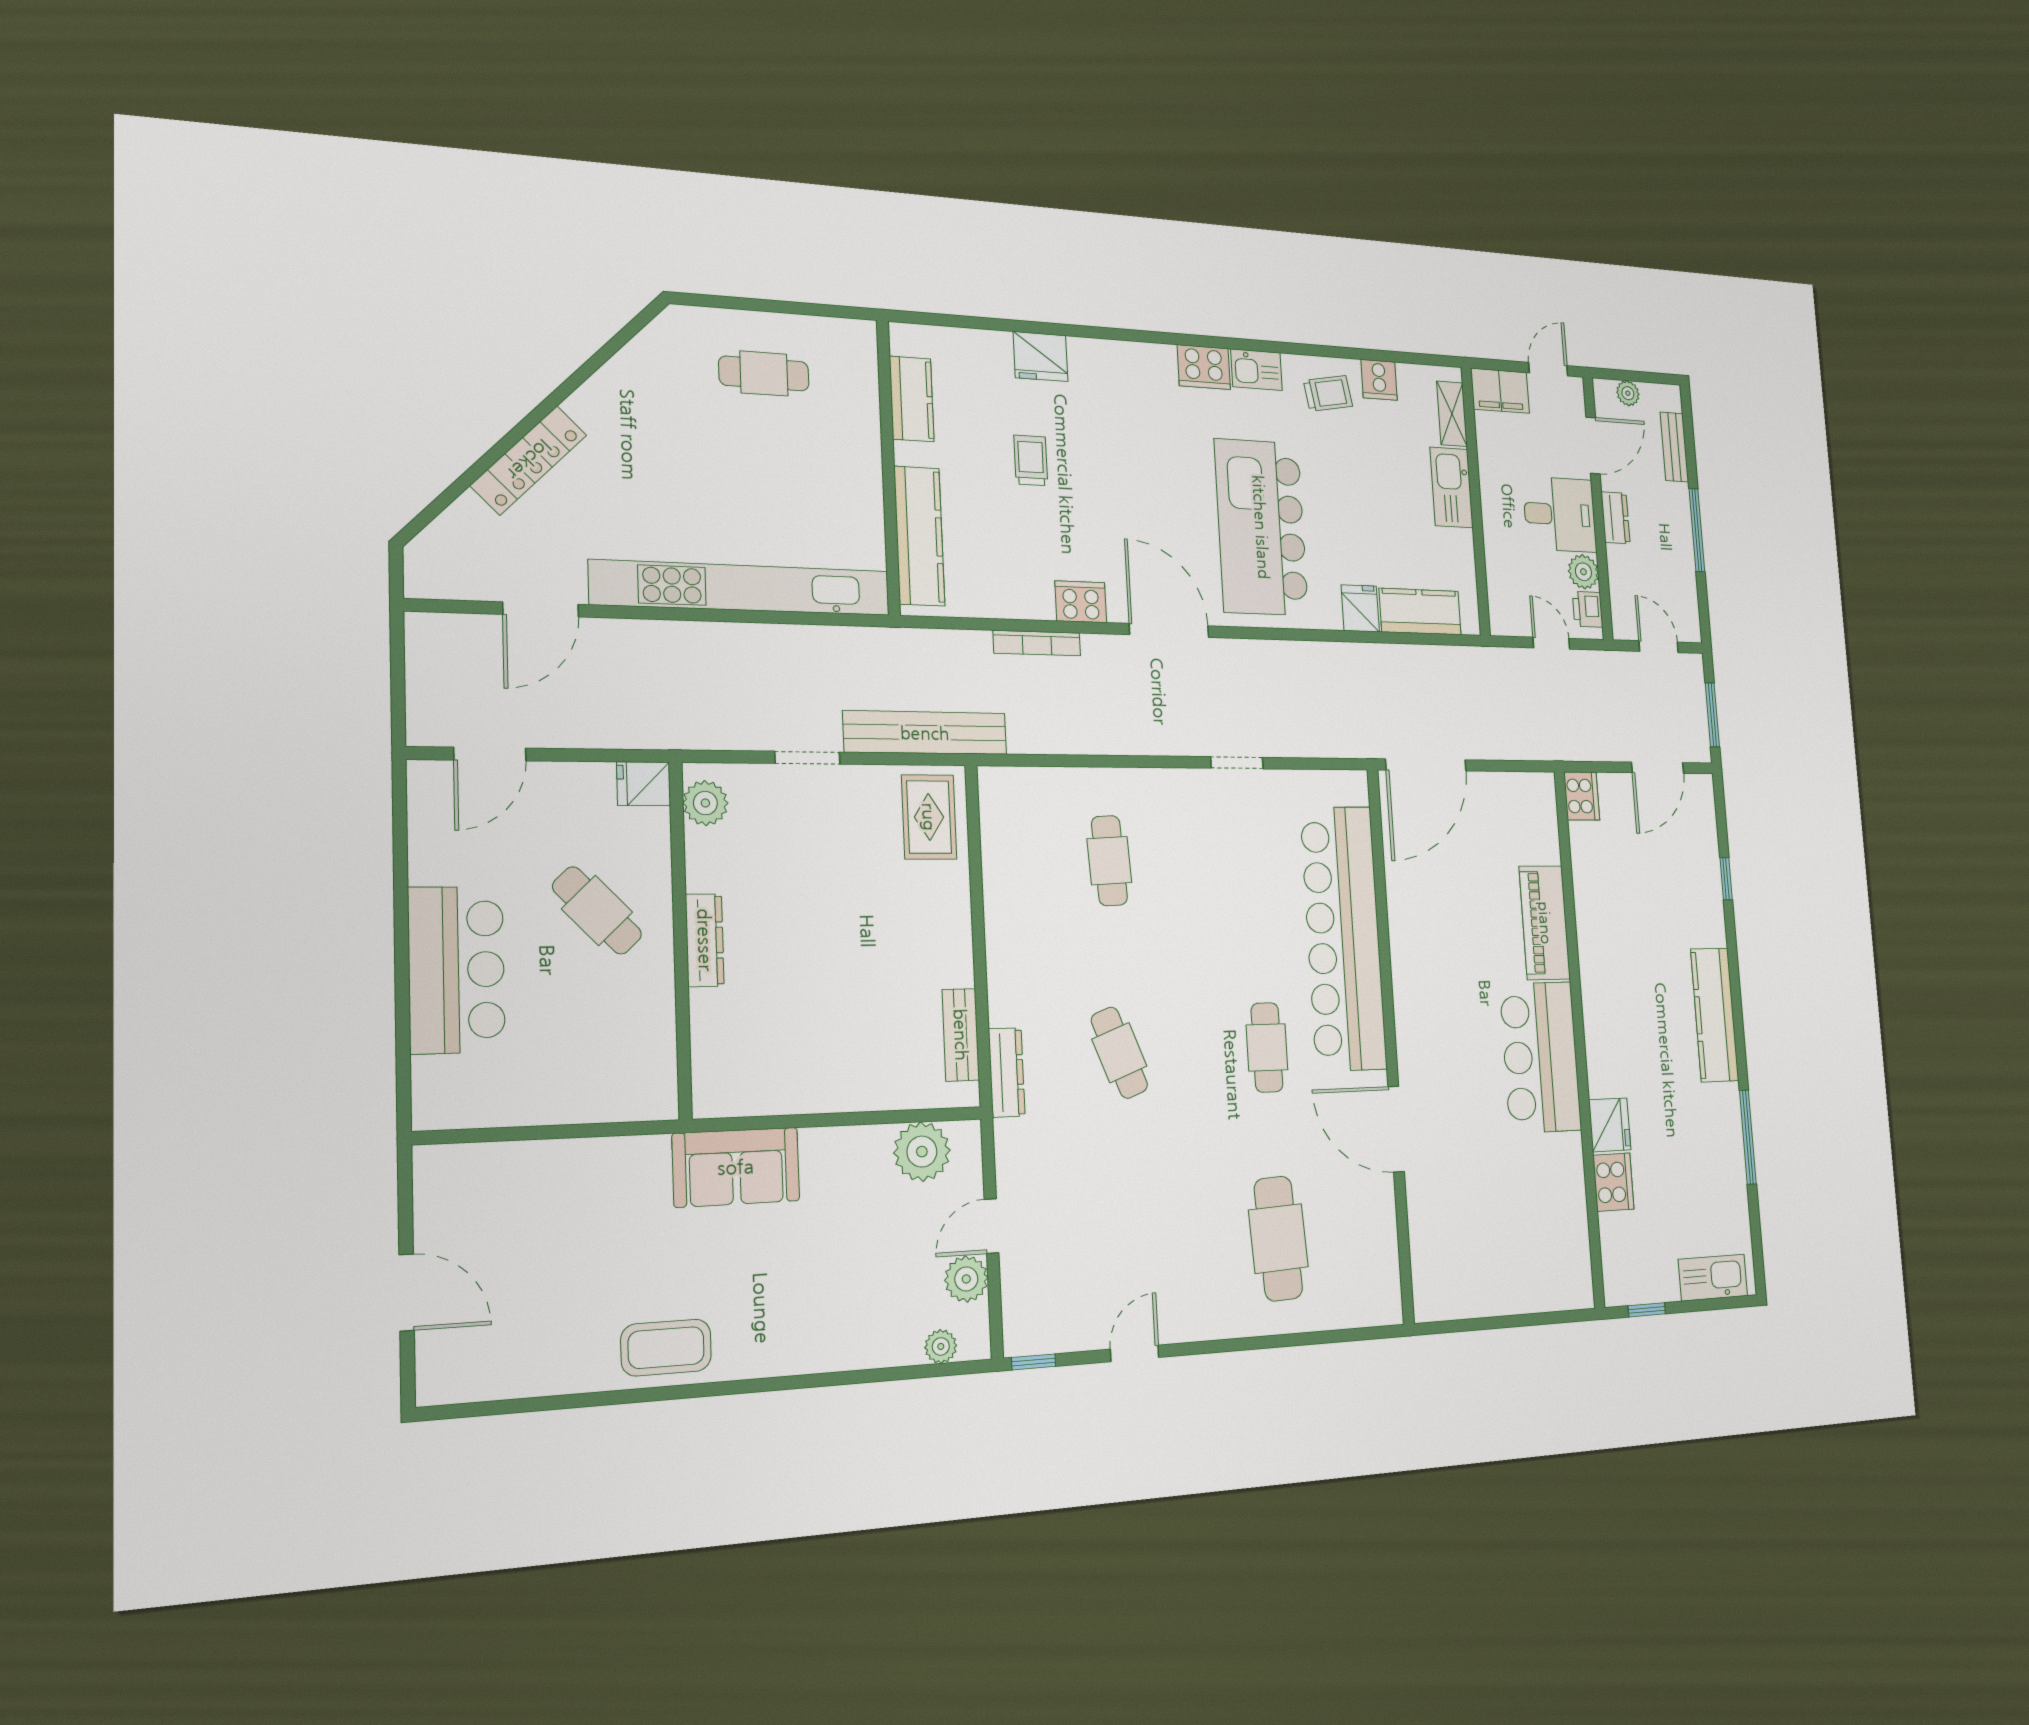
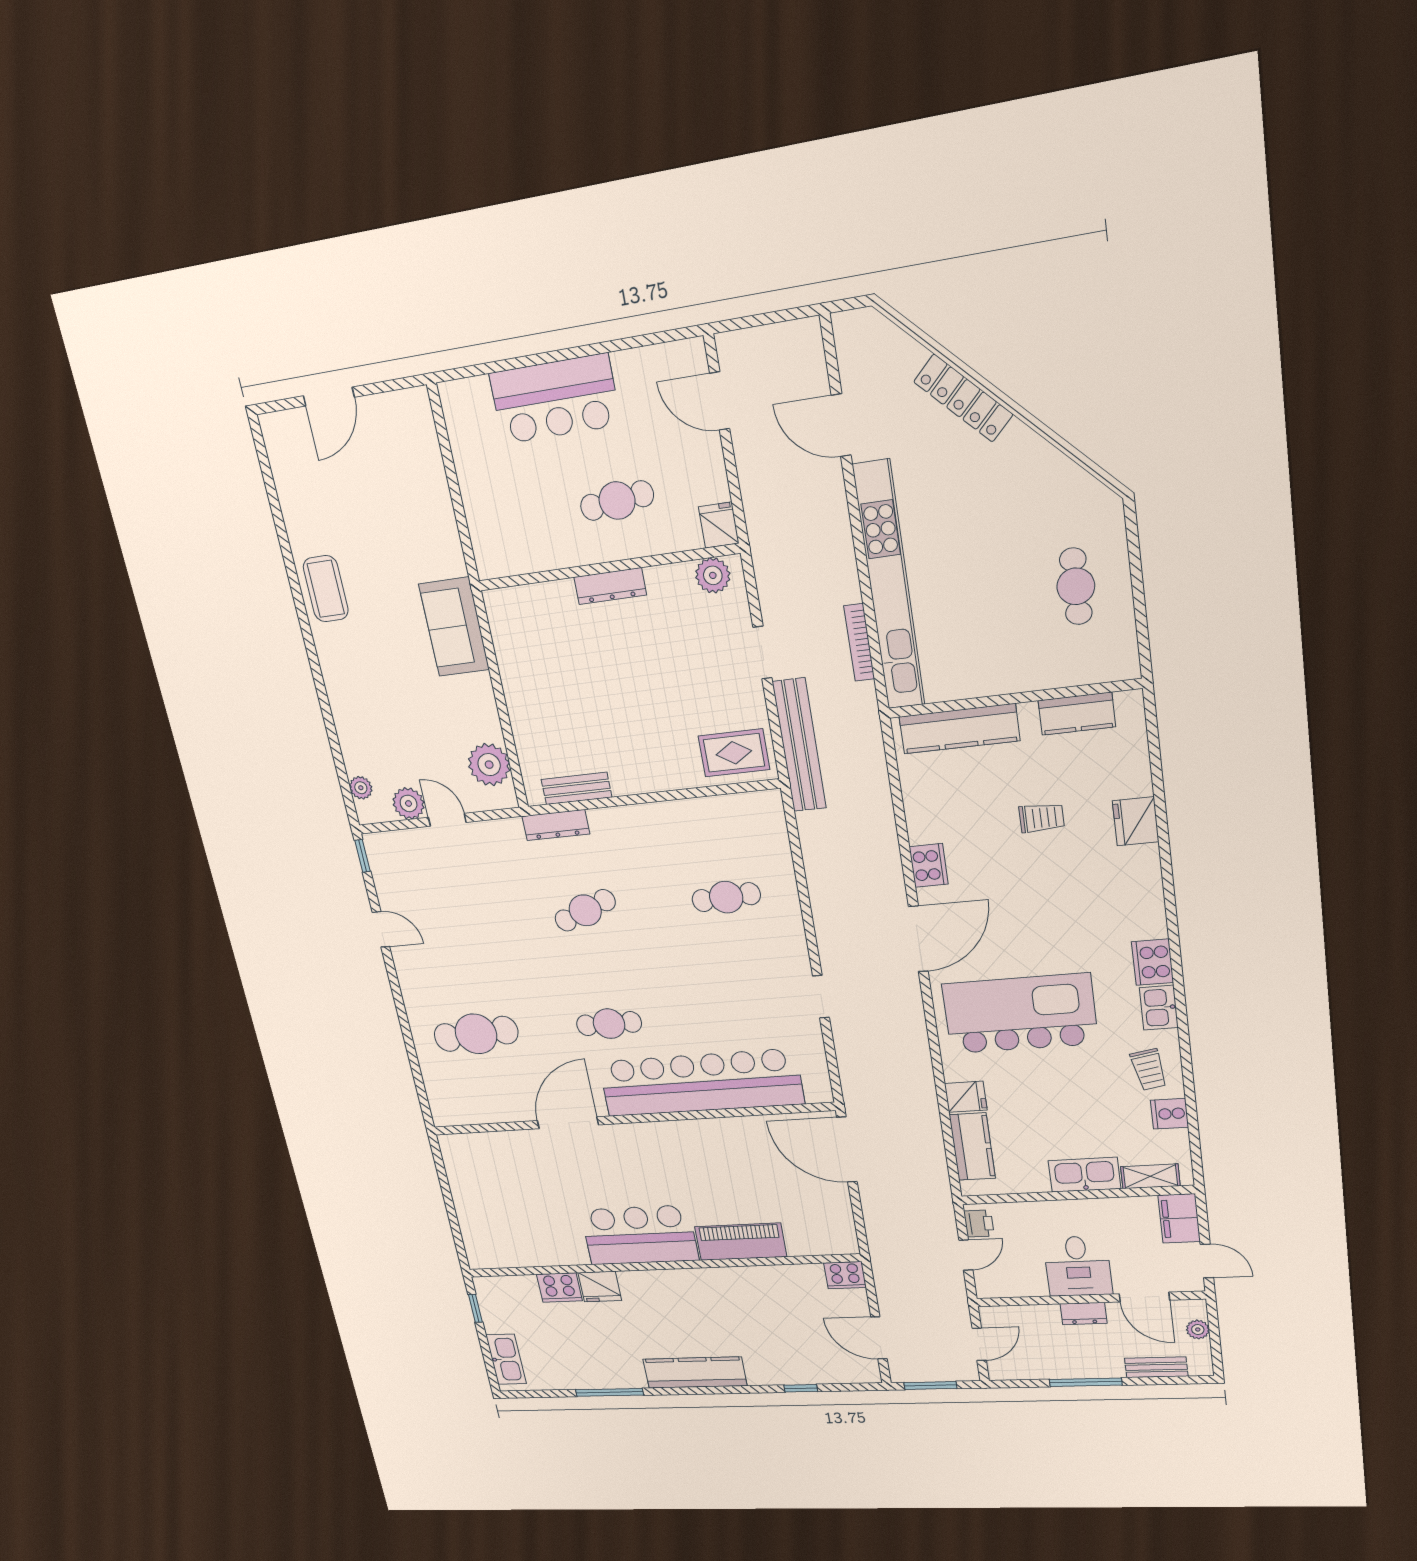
plant: (1583, 572) -> (1031, 1284), removed
printer: (1588, 609) -> (979, 1224), moved, turned 90
bookcase: (1037, 643) -> (859, 642), moved
cafe table: (597, 910) -> (617, 501), turned 38

